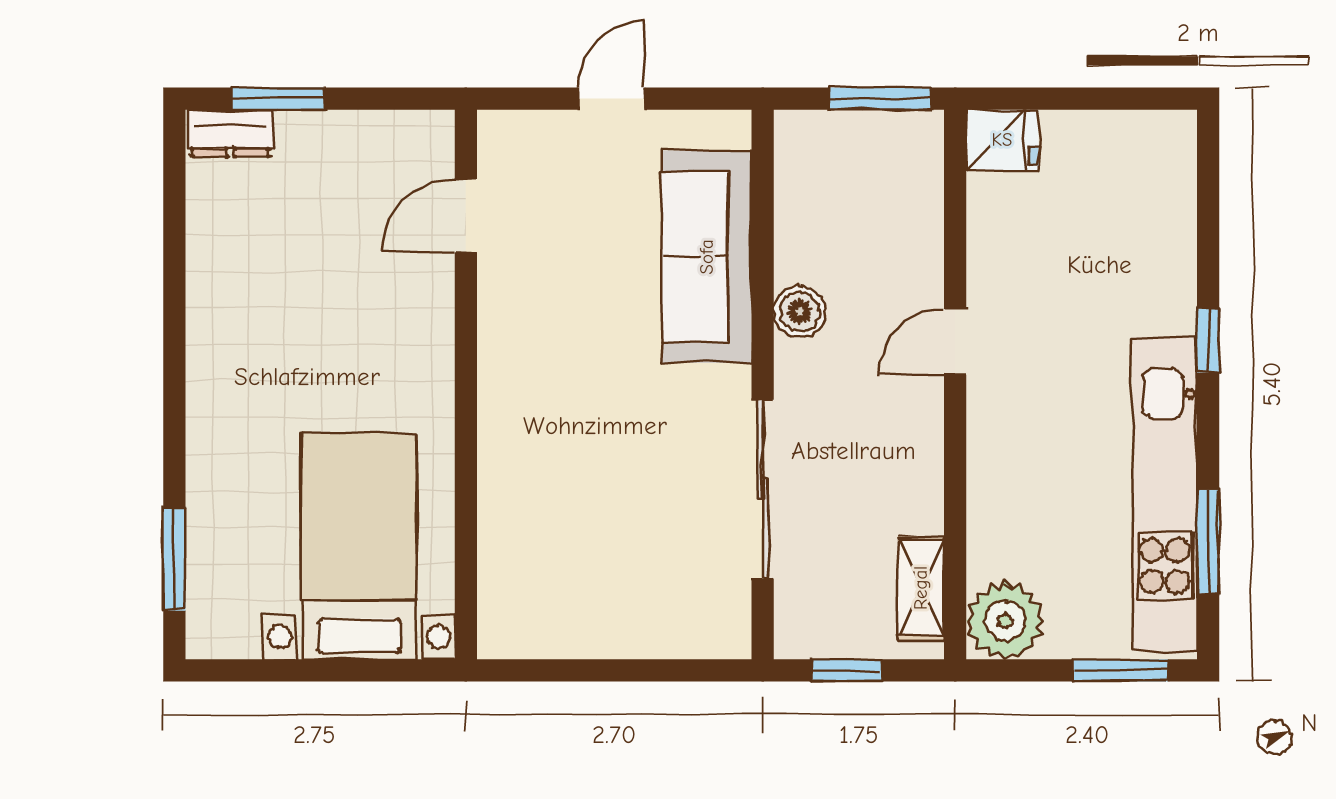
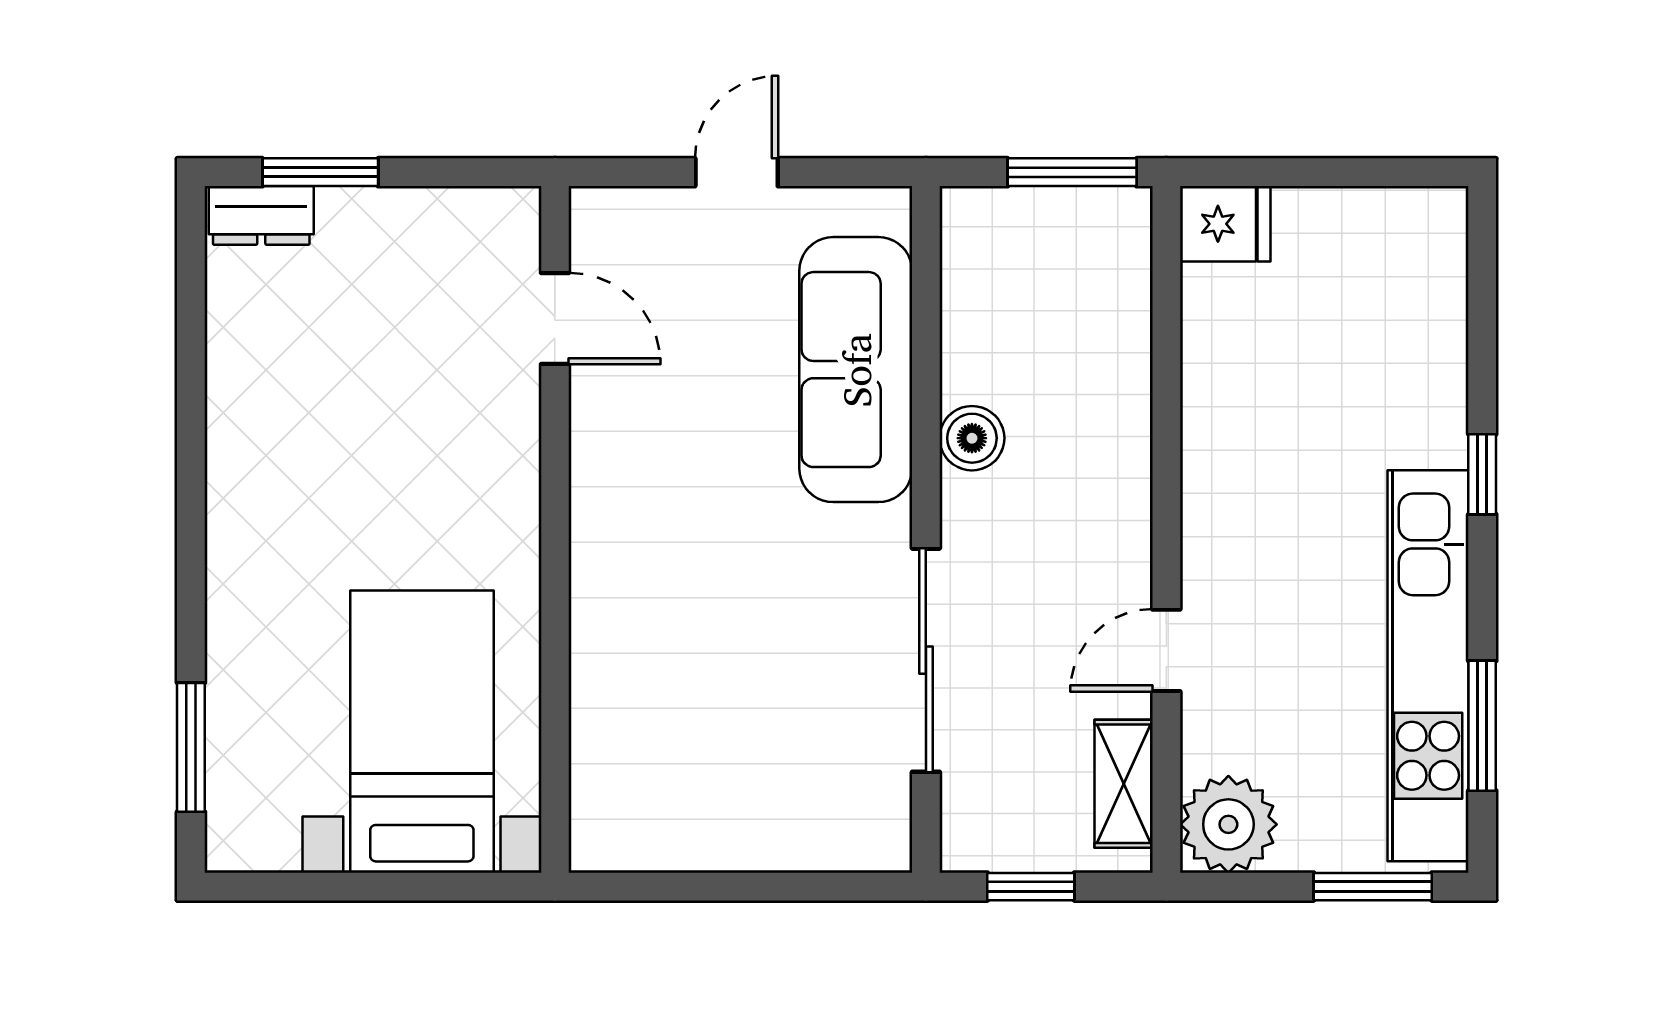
door: (466, 216) -> (555, 318), swing flipped
door: (955, 342) -> (1166, 650), moved

